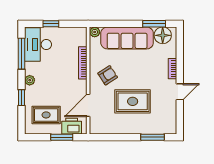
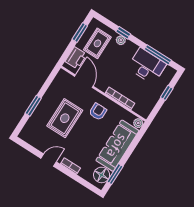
desk: (38, 44) -> (147, 66), moved
armchair: (108, 75) -> (98, 112), turned -147
plant: (30, 80) -> (121, 40), moved
door: (180, 92) -> (49, 160), swing flipped
window: (62, 137) -> (80, 32), moved
window: (152, 137) -> (33, 106), moved

